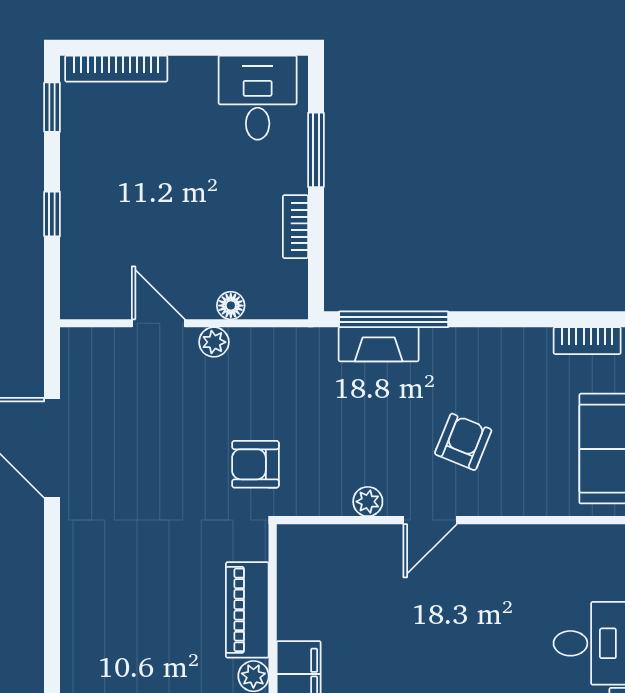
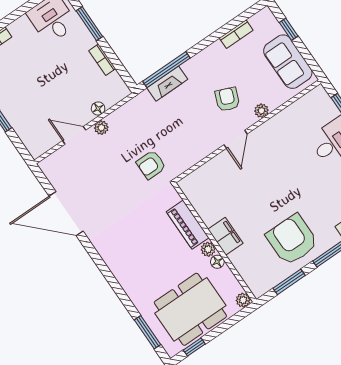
bookcase: (587, 341) -> (236, 34), moved
plant: (368, 502) -> (261, 111), moved

